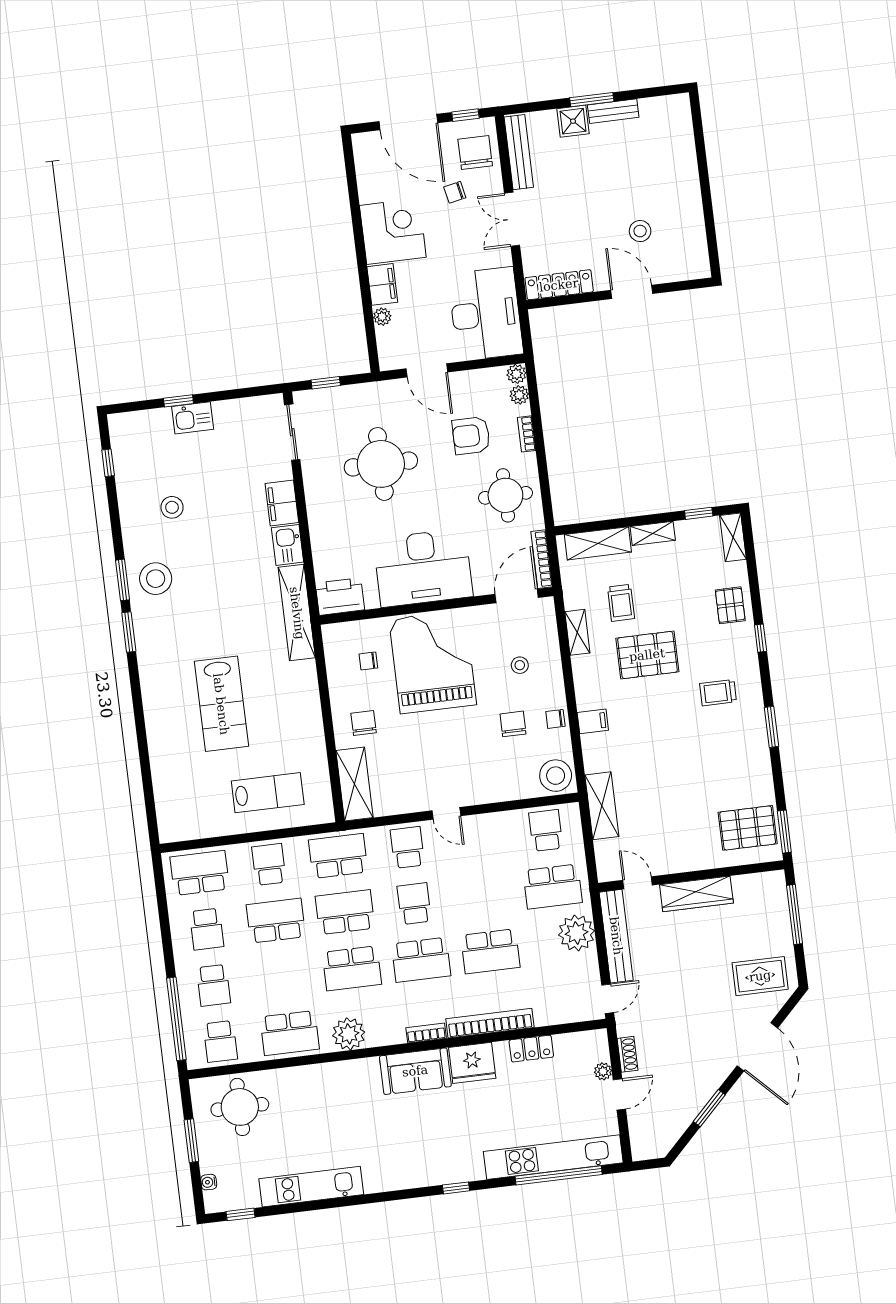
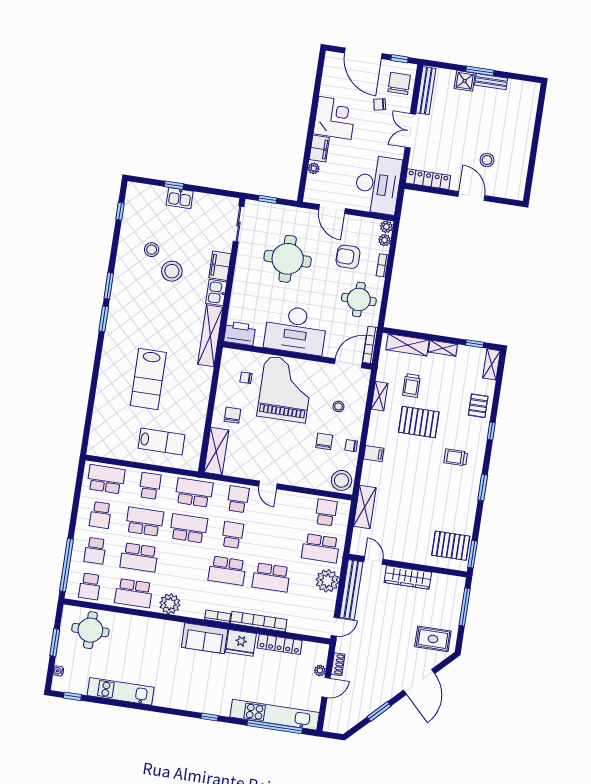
stool: (156, 579) -> (172, 271), moved
school desk: (352, 968) -> (139, 557), moved
locker: (531, 1049) -> (280, 644), width x1.53

